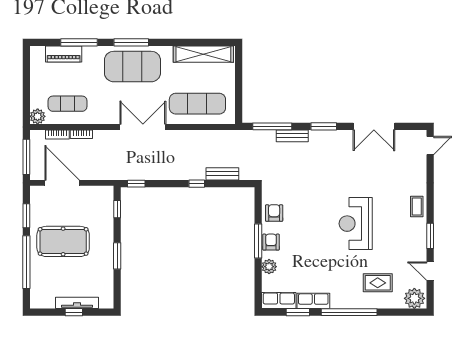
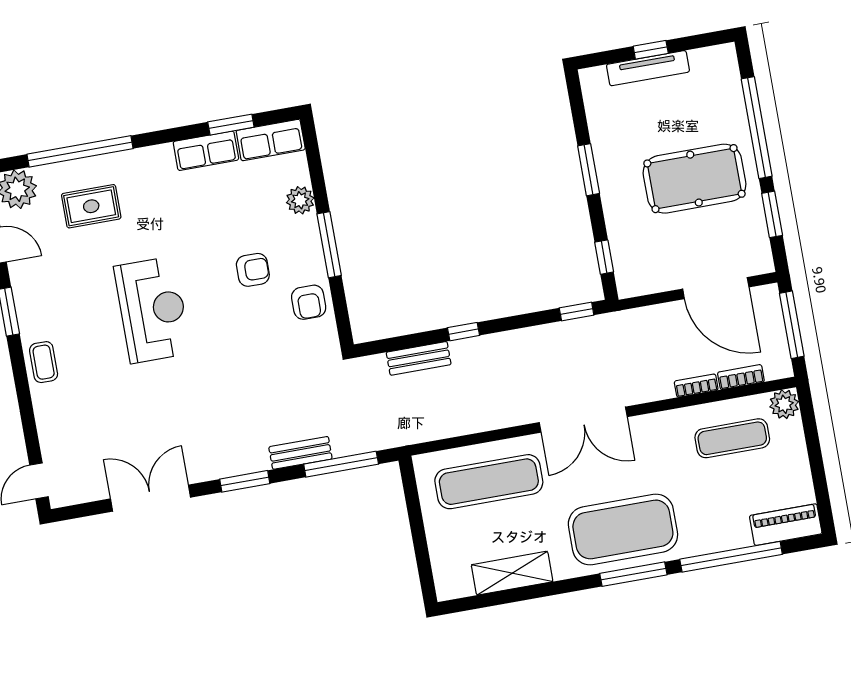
window: (79, 42) -> (731, 557), width x1.46
piano: (64, 54) -> (786, 525), moved
shelving: (203, 54) -> (512, 573), width x0.68
armchair: (271, 242) -> (253, 270), moved, turned -90
window: (349, 312) -> (80, 151), moved

